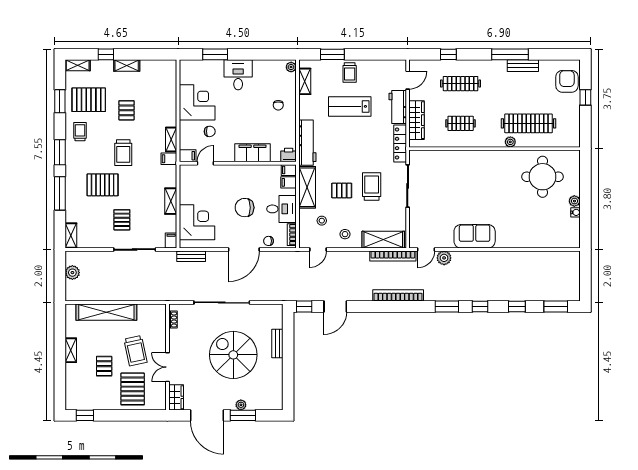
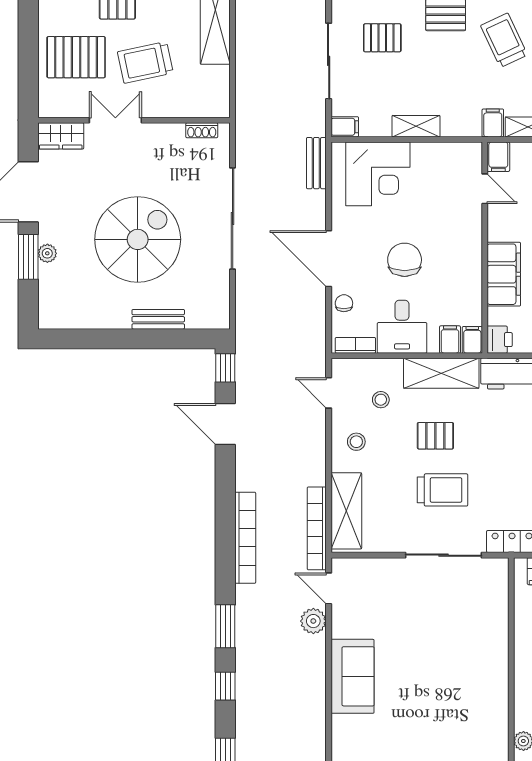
trolley: (123, 153) -> (504, 40), turned 65
pallet: (342, 190) -> (435, 436), turned 90

